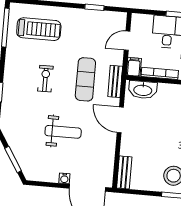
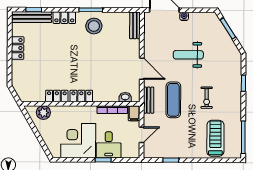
treadmill: (39, 29) -> (215, 138), turned 90
washbasin: (143, 90) -> (125, 97), width x0.52, depth x0.69

